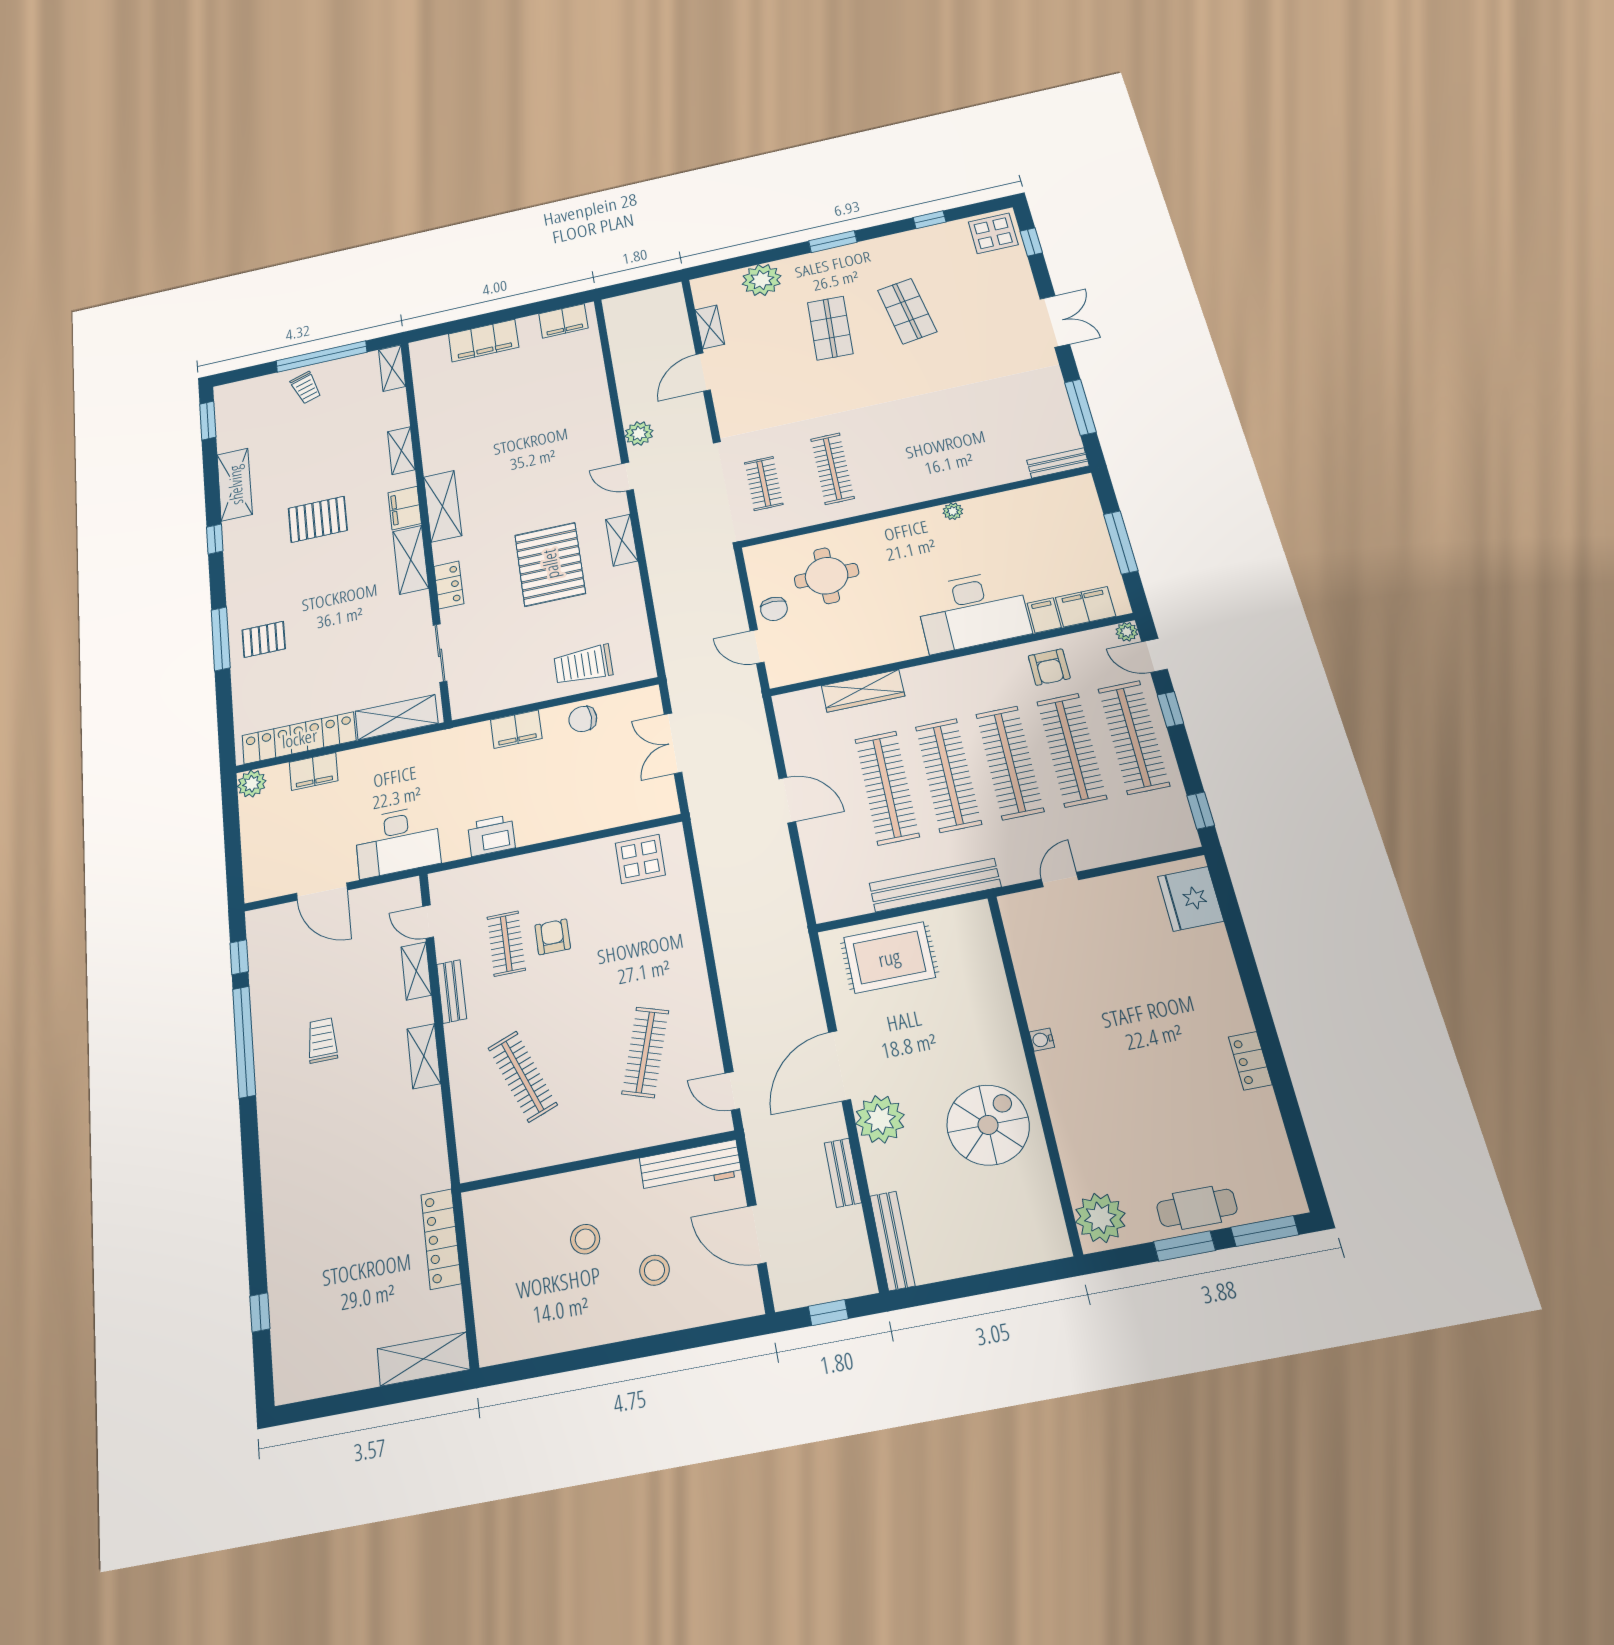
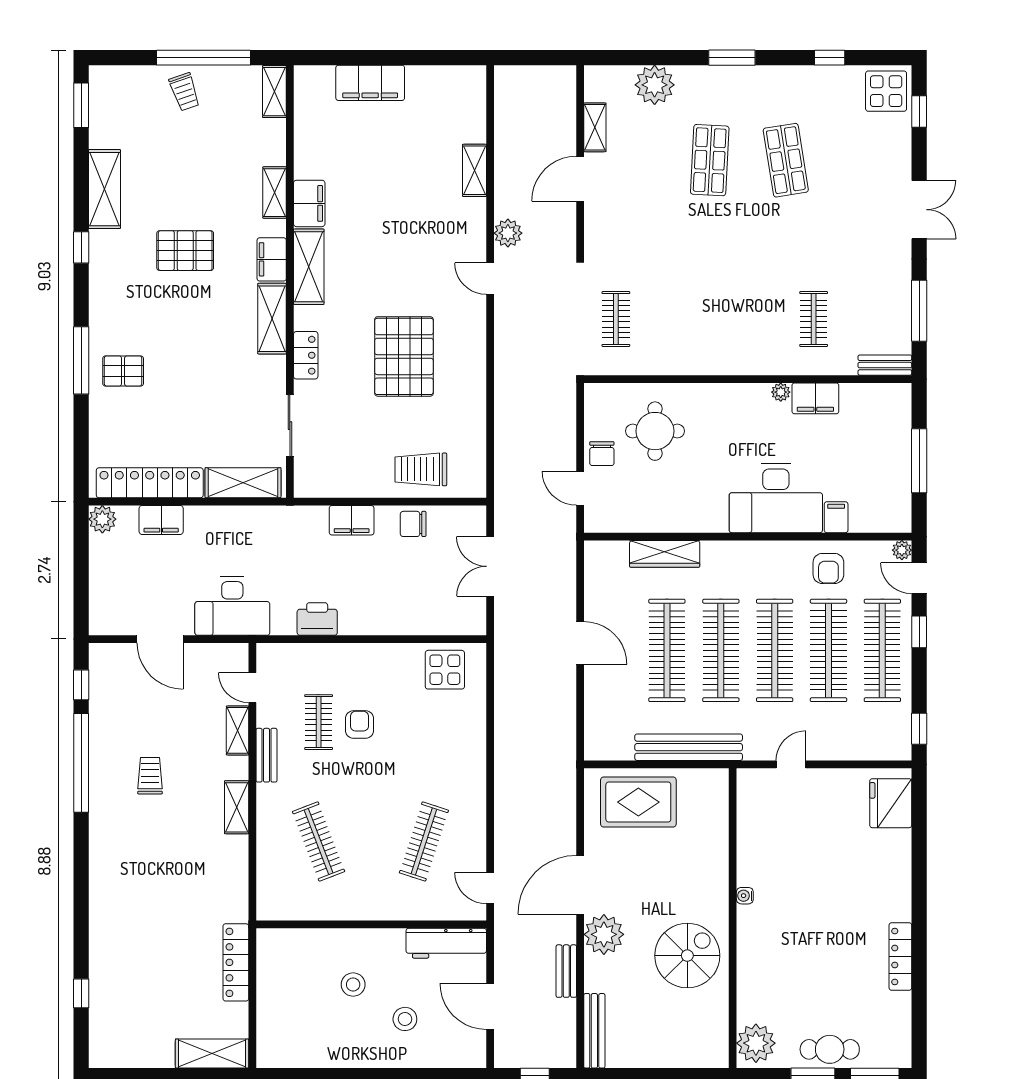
filing cabinet: (563, 321) -> (309, 203), moved, turned -90
clothes rail: (832, 469) -> (814, 319), moved, width x0.73
shelving: (622, 540) -> (475, 170), moved
filing cabinet: (1085, 607) -> (815, 398), moved, turned 180
locker: (1250, 1061) -> (900, 956), width x1.53

